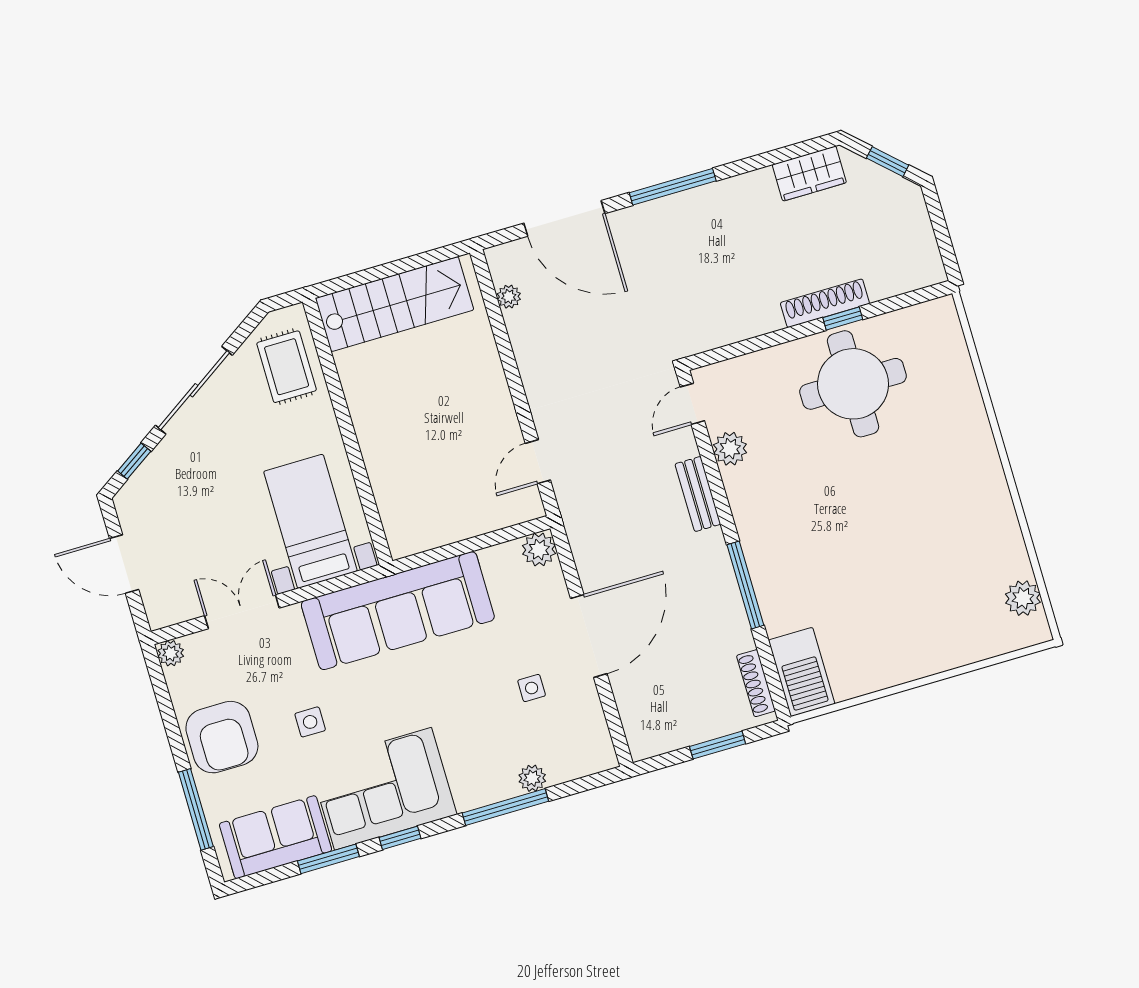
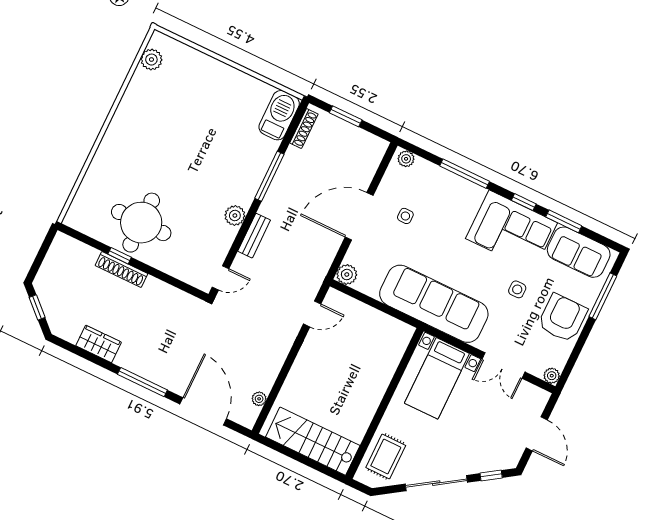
wardrobe: (809, 174) -> (99, 344), moved
plant: (730, 449) -> (235, 216), moved
plant: (532, 778) -> (406, 159), moved

